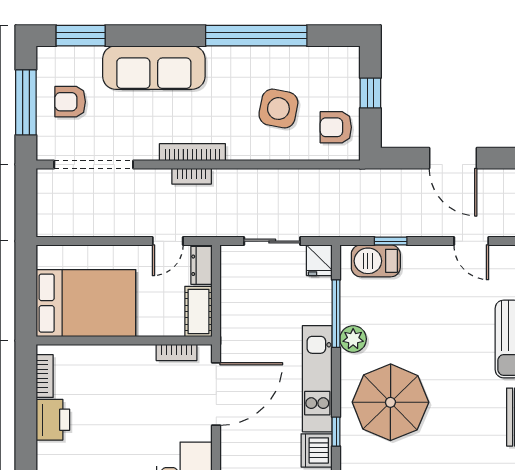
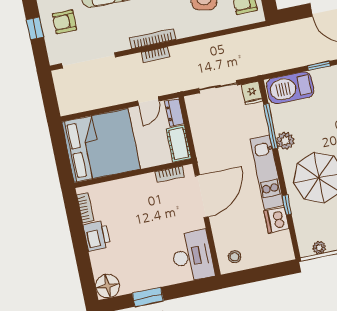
window: (26, 102) -> (35, 28), width x0.46
window: (391, 241) -> (319, 66), moved
barbecue: (376, 261) -> (290, 88), width x1.37, depth x1.21
bed: (86, 303) -> (101, 146), width x1.36

